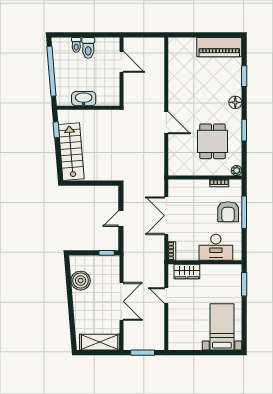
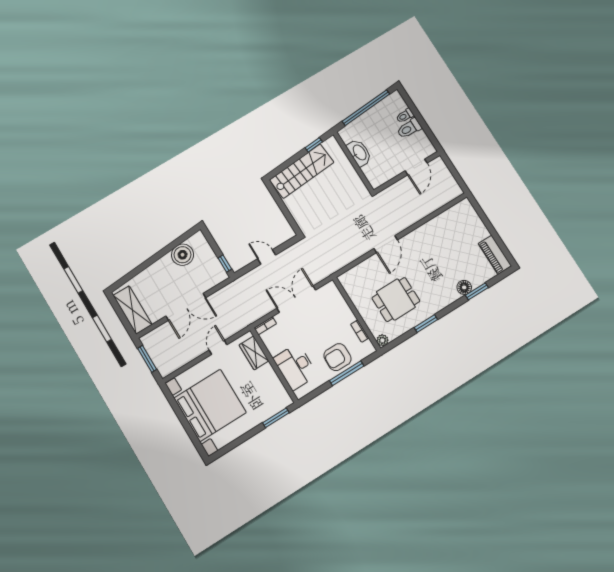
piano: (219, 47) -> (495, 255), width x0.73, depth x0.75
floor lamp: (235, 102) -> (464, 287), moved
bed with nightstands: (222, 327) -> (210, 405), width x1.85

